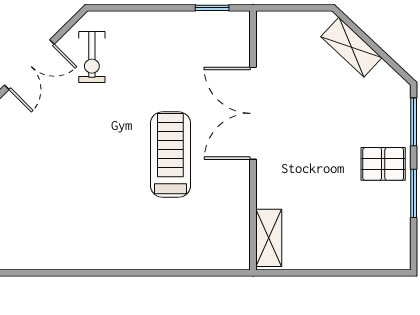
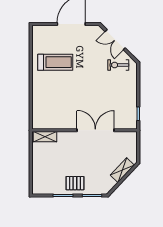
treadmill: (170, 155) -> (55, 62), moved
pallet: (383, 164) -> (75, 183), turned 90

